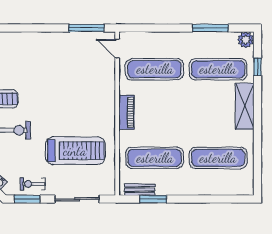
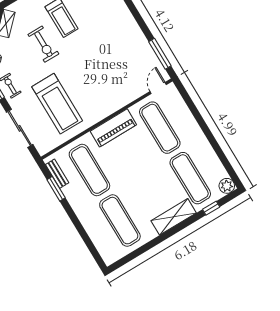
window: (210, 28) -> (219, 152), removed
piano: (126, 112) -> (113, 128), width x1.37, depth x1.33

